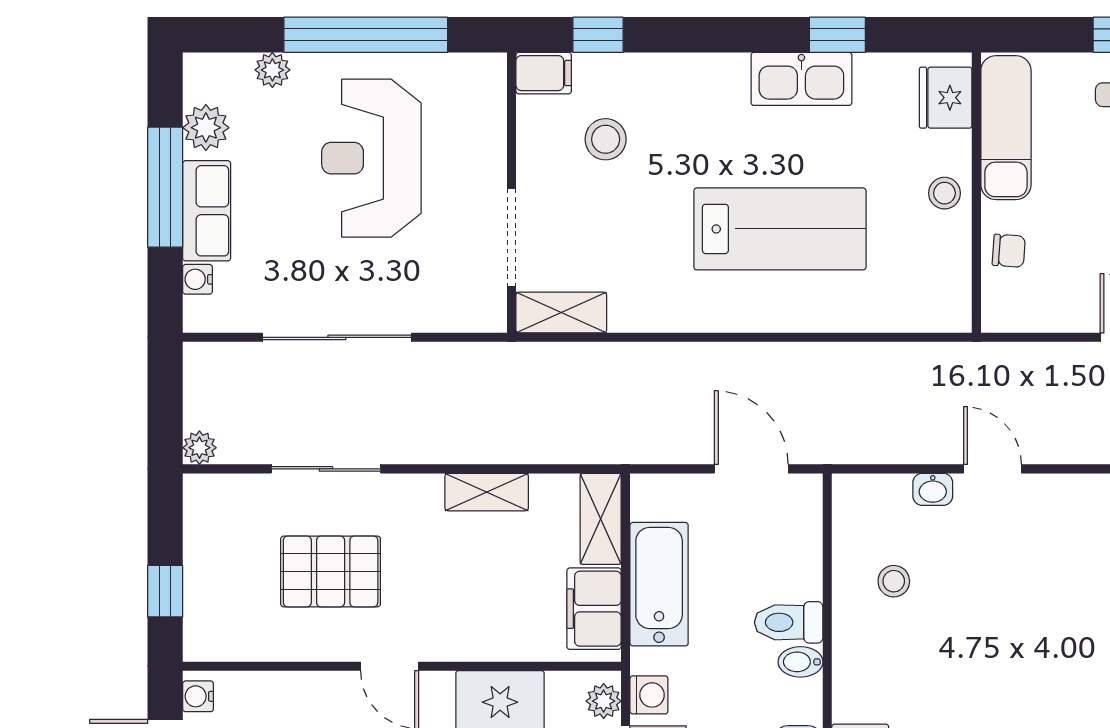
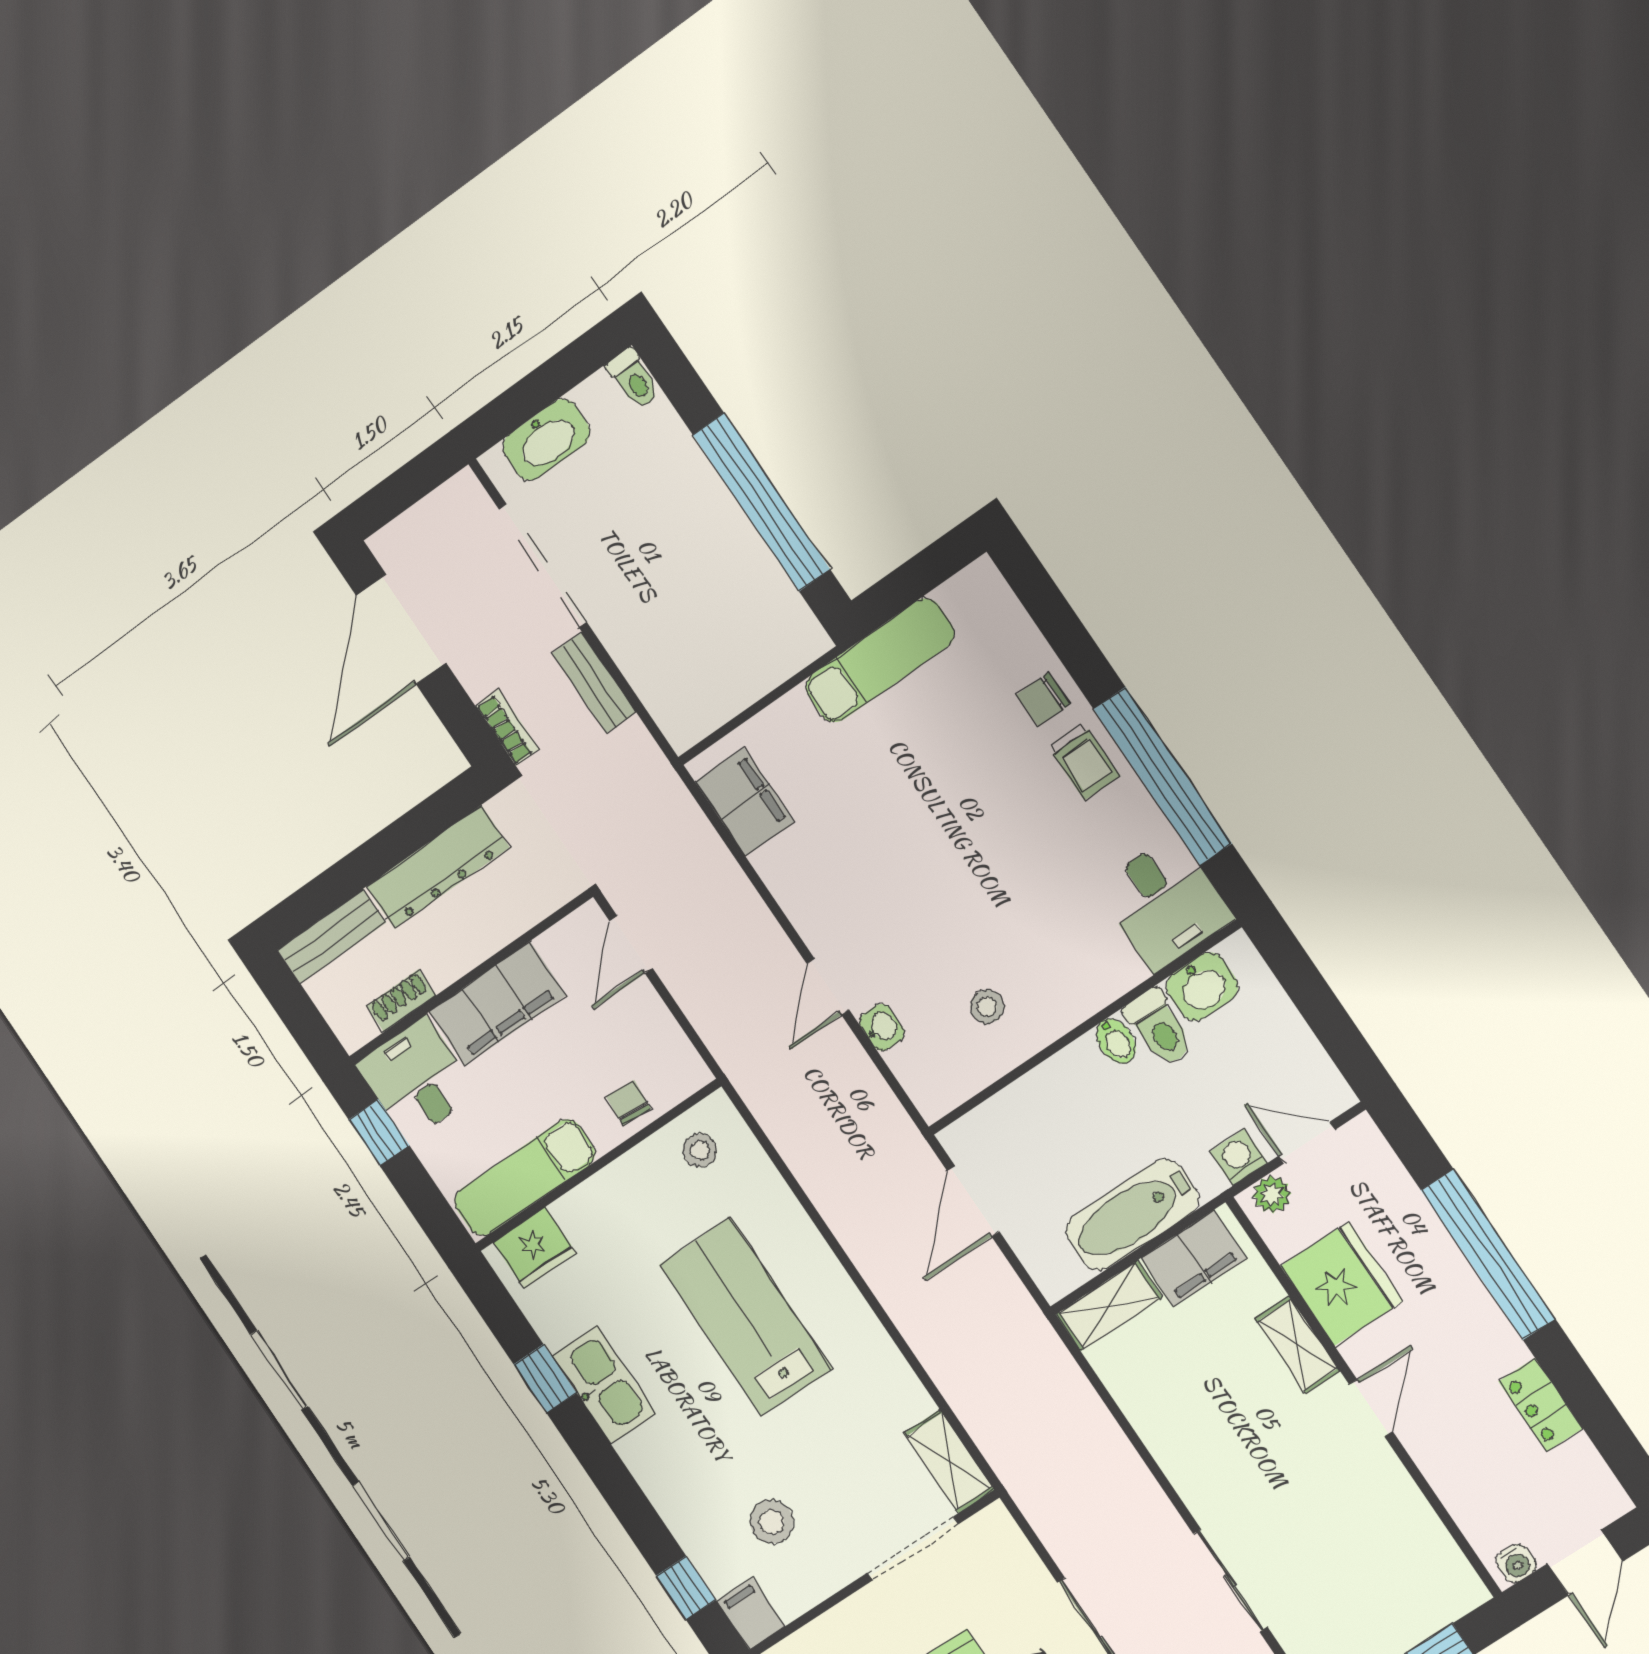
stool: (944, 193) -> (700, 1150), moved
shelving: (487, 492) -> (1298, 1345), moved
pallet: (331, 571) -> (1320, 1517), removed
toilet: (789, 622) -> (1159, 1028), moved

